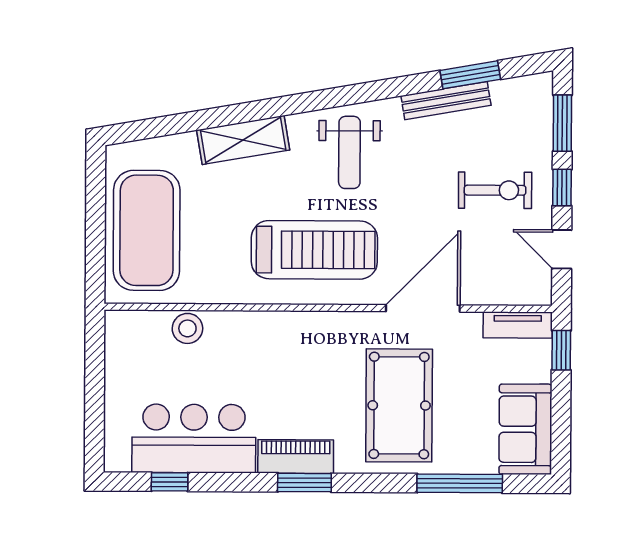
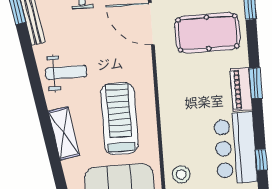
treadmill: (314, 250) -> (119, 119), moved
stool: (187, 328) -> (181, 174), moved

